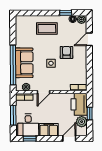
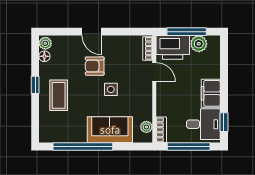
window: (66, 13) -> (35, 85), moved
door: (89, 39) -> (91, 32), moved
window: (13, 65) -> (83, 147), moved
door: (44, 92) -> (154, 72), moved
window: (90, 114) -> (187, 32), width x2.17
window: (13, 115) -> (189, 147), width x1.44
door: (69, 138) -> (224, 62), removed

